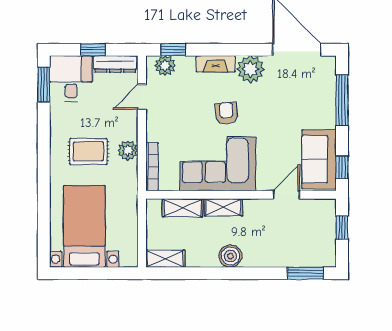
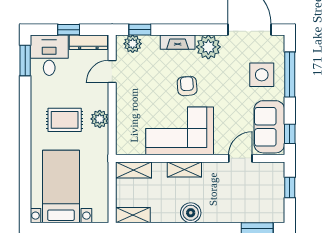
side table: (310, 101) -> (262, 75), added
bookcase: (152, 167) -> (121, 133), removed
shelving: (183, 208) -> (133, 170), moved

